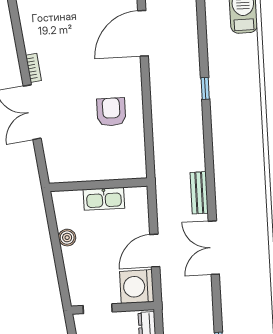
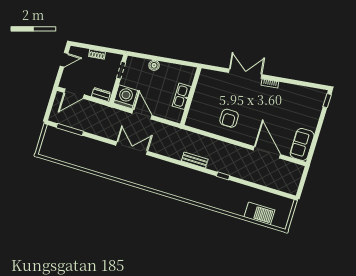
armchair: (111, 112) -> (229, 118), turned 90
bench: (199, 193) -> (195, 160), moved
boiler: (67, 238) -> (154, 65), moved

